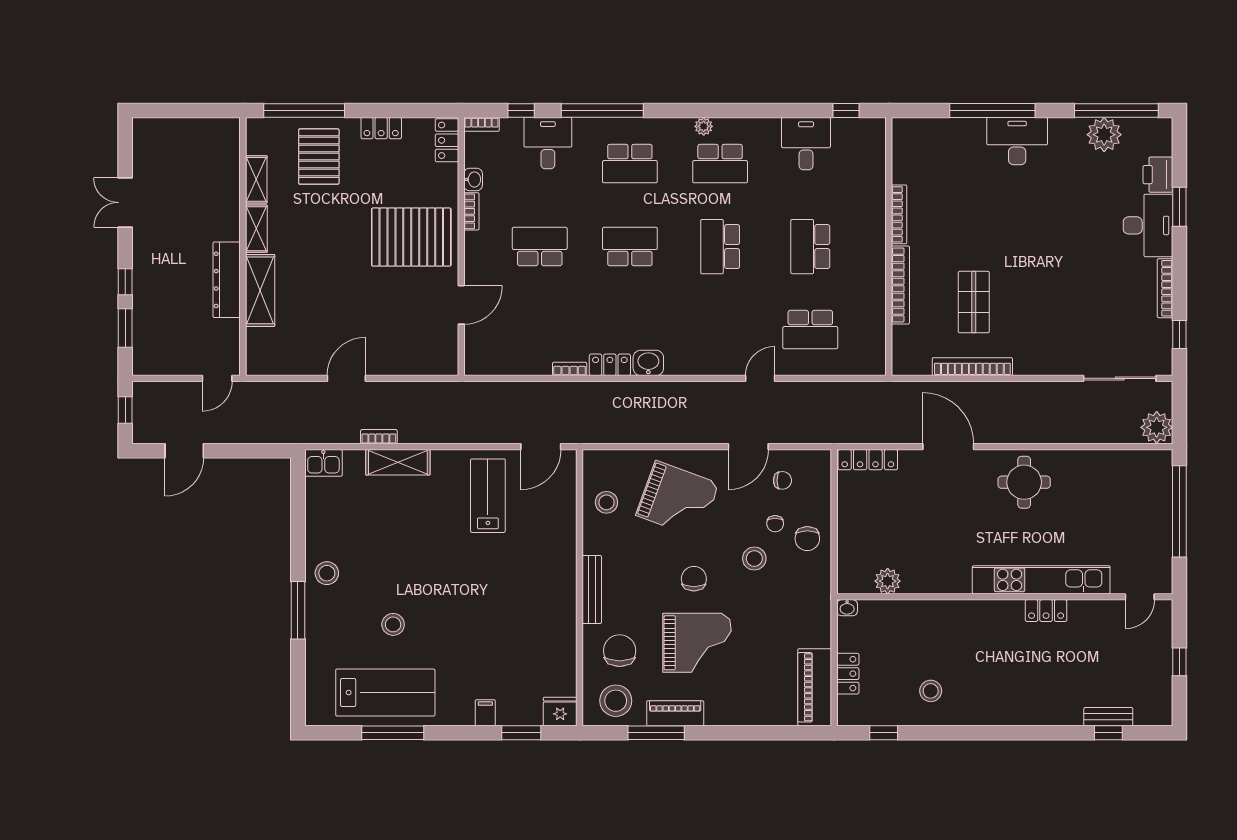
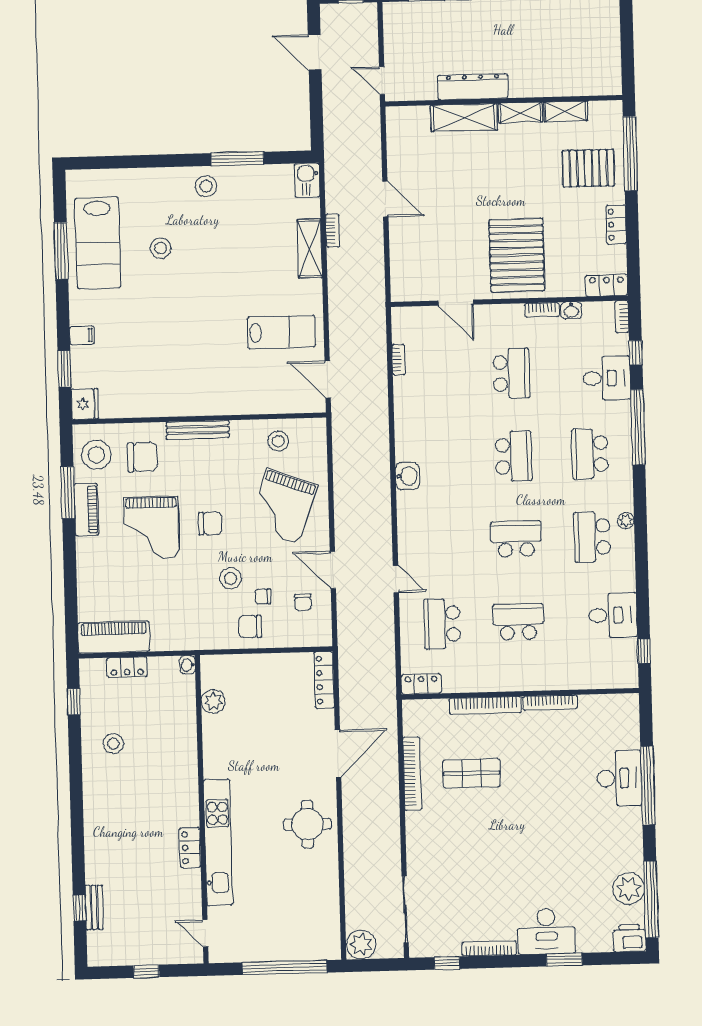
desk: (1017, 141) -> (619, 778), moved
printer: (1158, 175) -> (629, 938), moved
locker: (610, 365) -> (421, 684), moved, turned -90
bookcase: (570, 369) -> (398, 360), moved
window: (298, 610) -> (238, 159), moved

